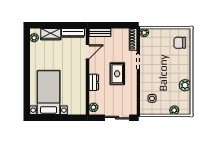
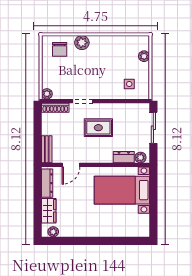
door: (87, 52) -> (71, 165), swing flipped
dresser: (94, 82) -> (124, 157), moved
plant: (185, 85) -> (82, 43), moved
bed with nightstands: (48, 93) -> (122, 190), moved

